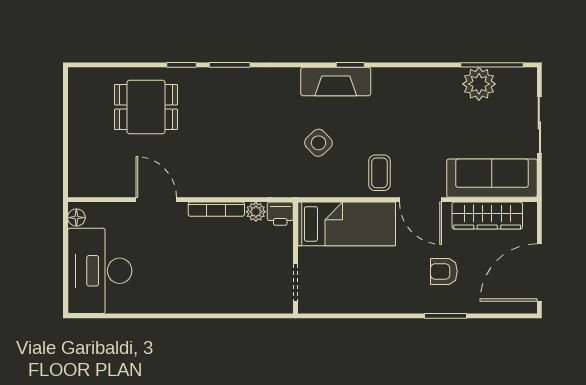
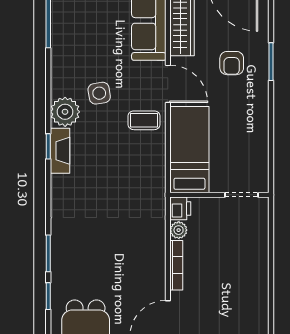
fireplace: (336, 82) -> (60, 151), width x0.73, depth x0.76
plant: (479, 84) -> (65, 112), moved
side table: (319, 143) -> (99, 93), moved, turned 35
door: (420, 200) -> (168, 84), hinge flipped

